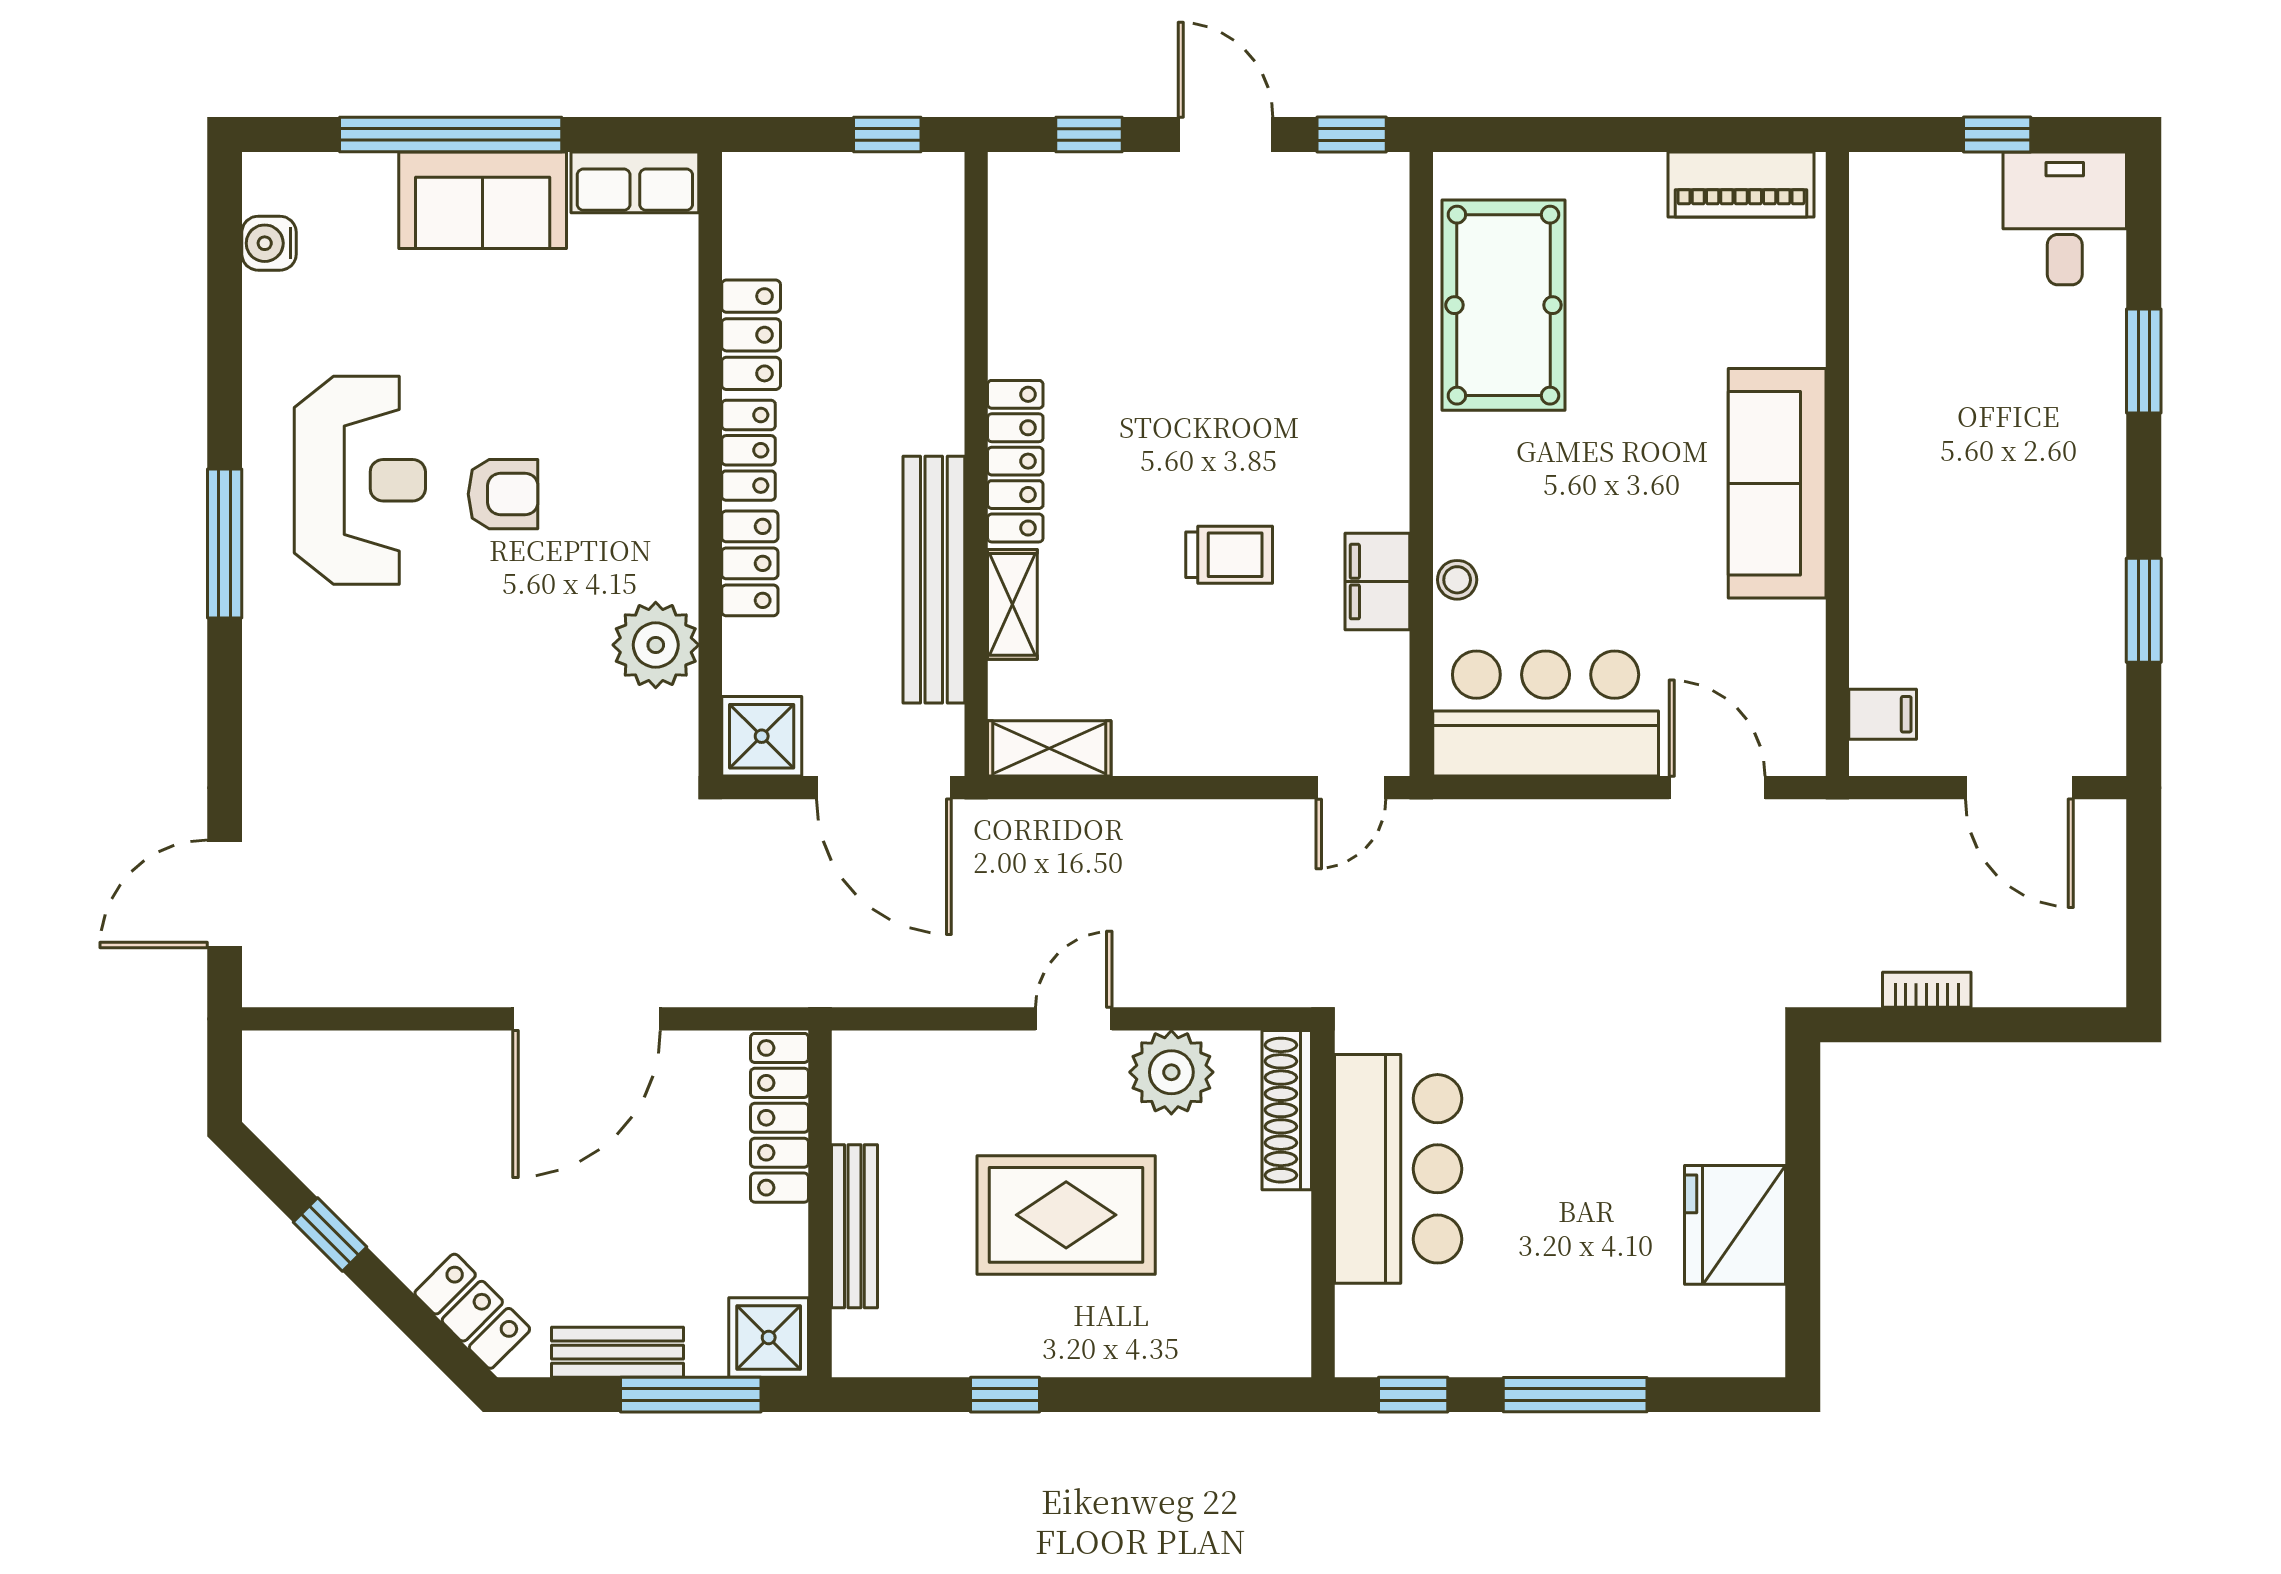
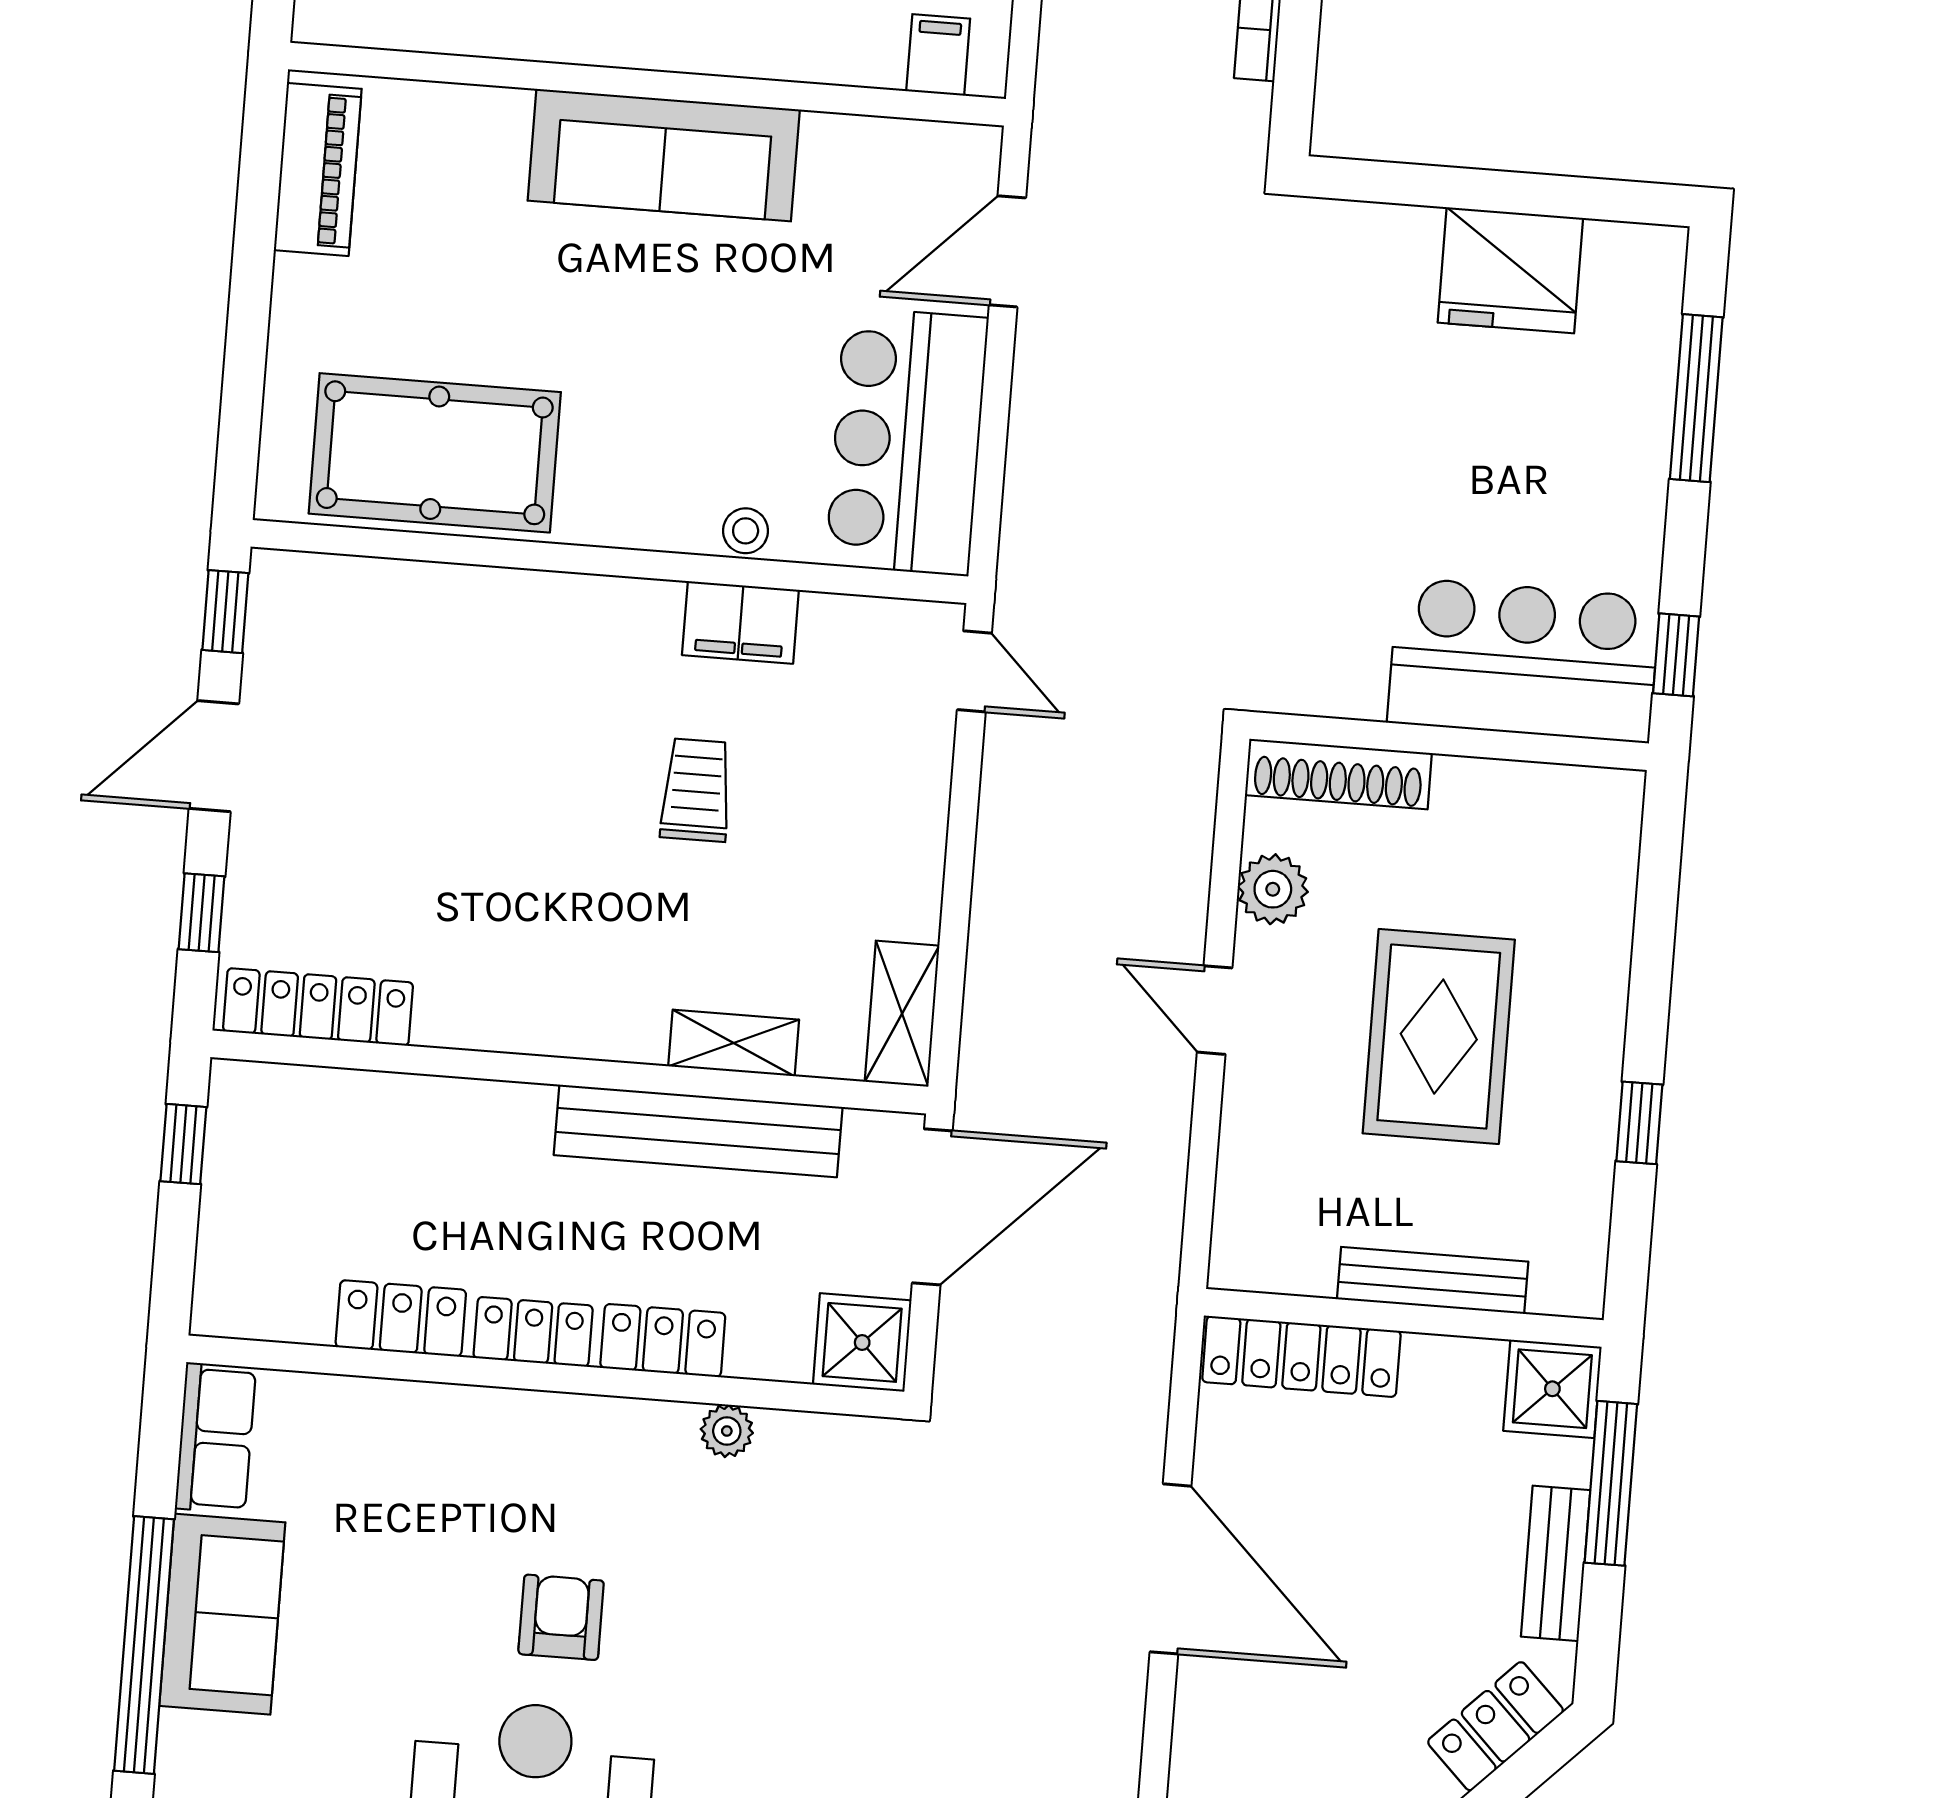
locker: (1015, 461) -> (318, 1007), moved
plant: (656, 645) -> (727, 1431), width x0.53, depth x0.53
plant: (1171, 1072) -> (1273, 889), width x0.73, depth x0.73
bar counter: (1398, 1169) -> (1524, 660), moved
window: (1575, 1395) -> (1696, 398), moved

